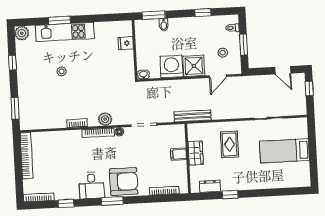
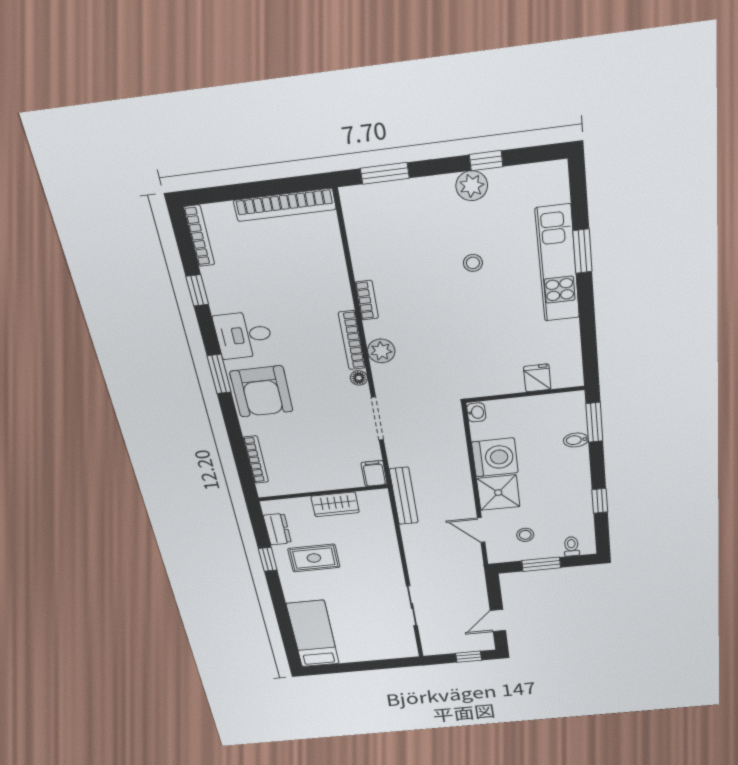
plant: (22, 33) -> (472, 186), moved
rug: (230, 144) -> (314, 558), moved
bed: (284, 151) -> (313, 634), moved
filing cabinet: (178, 154) -> (374, 473), moved

